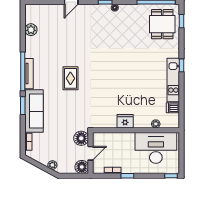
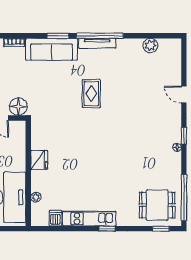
rug: (70, 78) -> (91, 94), turned 90

